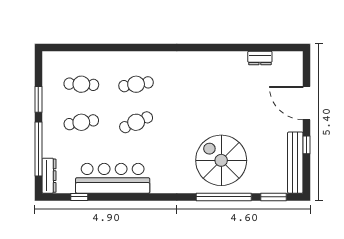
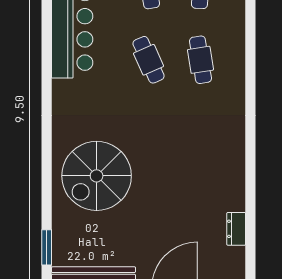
spiral stairs: (221, 160) -> (97, 176), turned 180
window: (224, 197) -> (47, 180), removed

